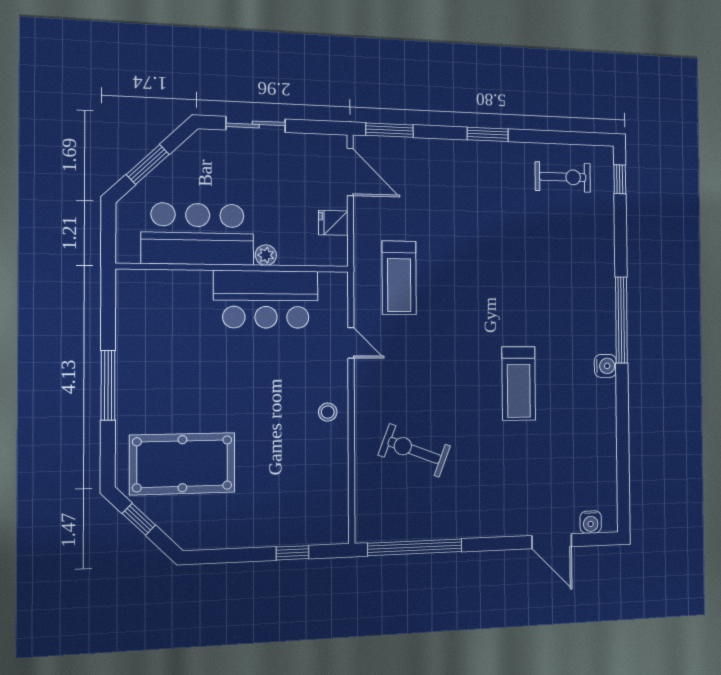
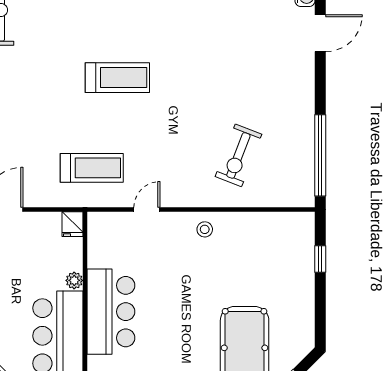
fridge: (333, 223) -> (72, 224), moved
bar counter: (266, 299) -> (111, 312), moved
treadmill: (519, 383) -> (117, 78), moved

